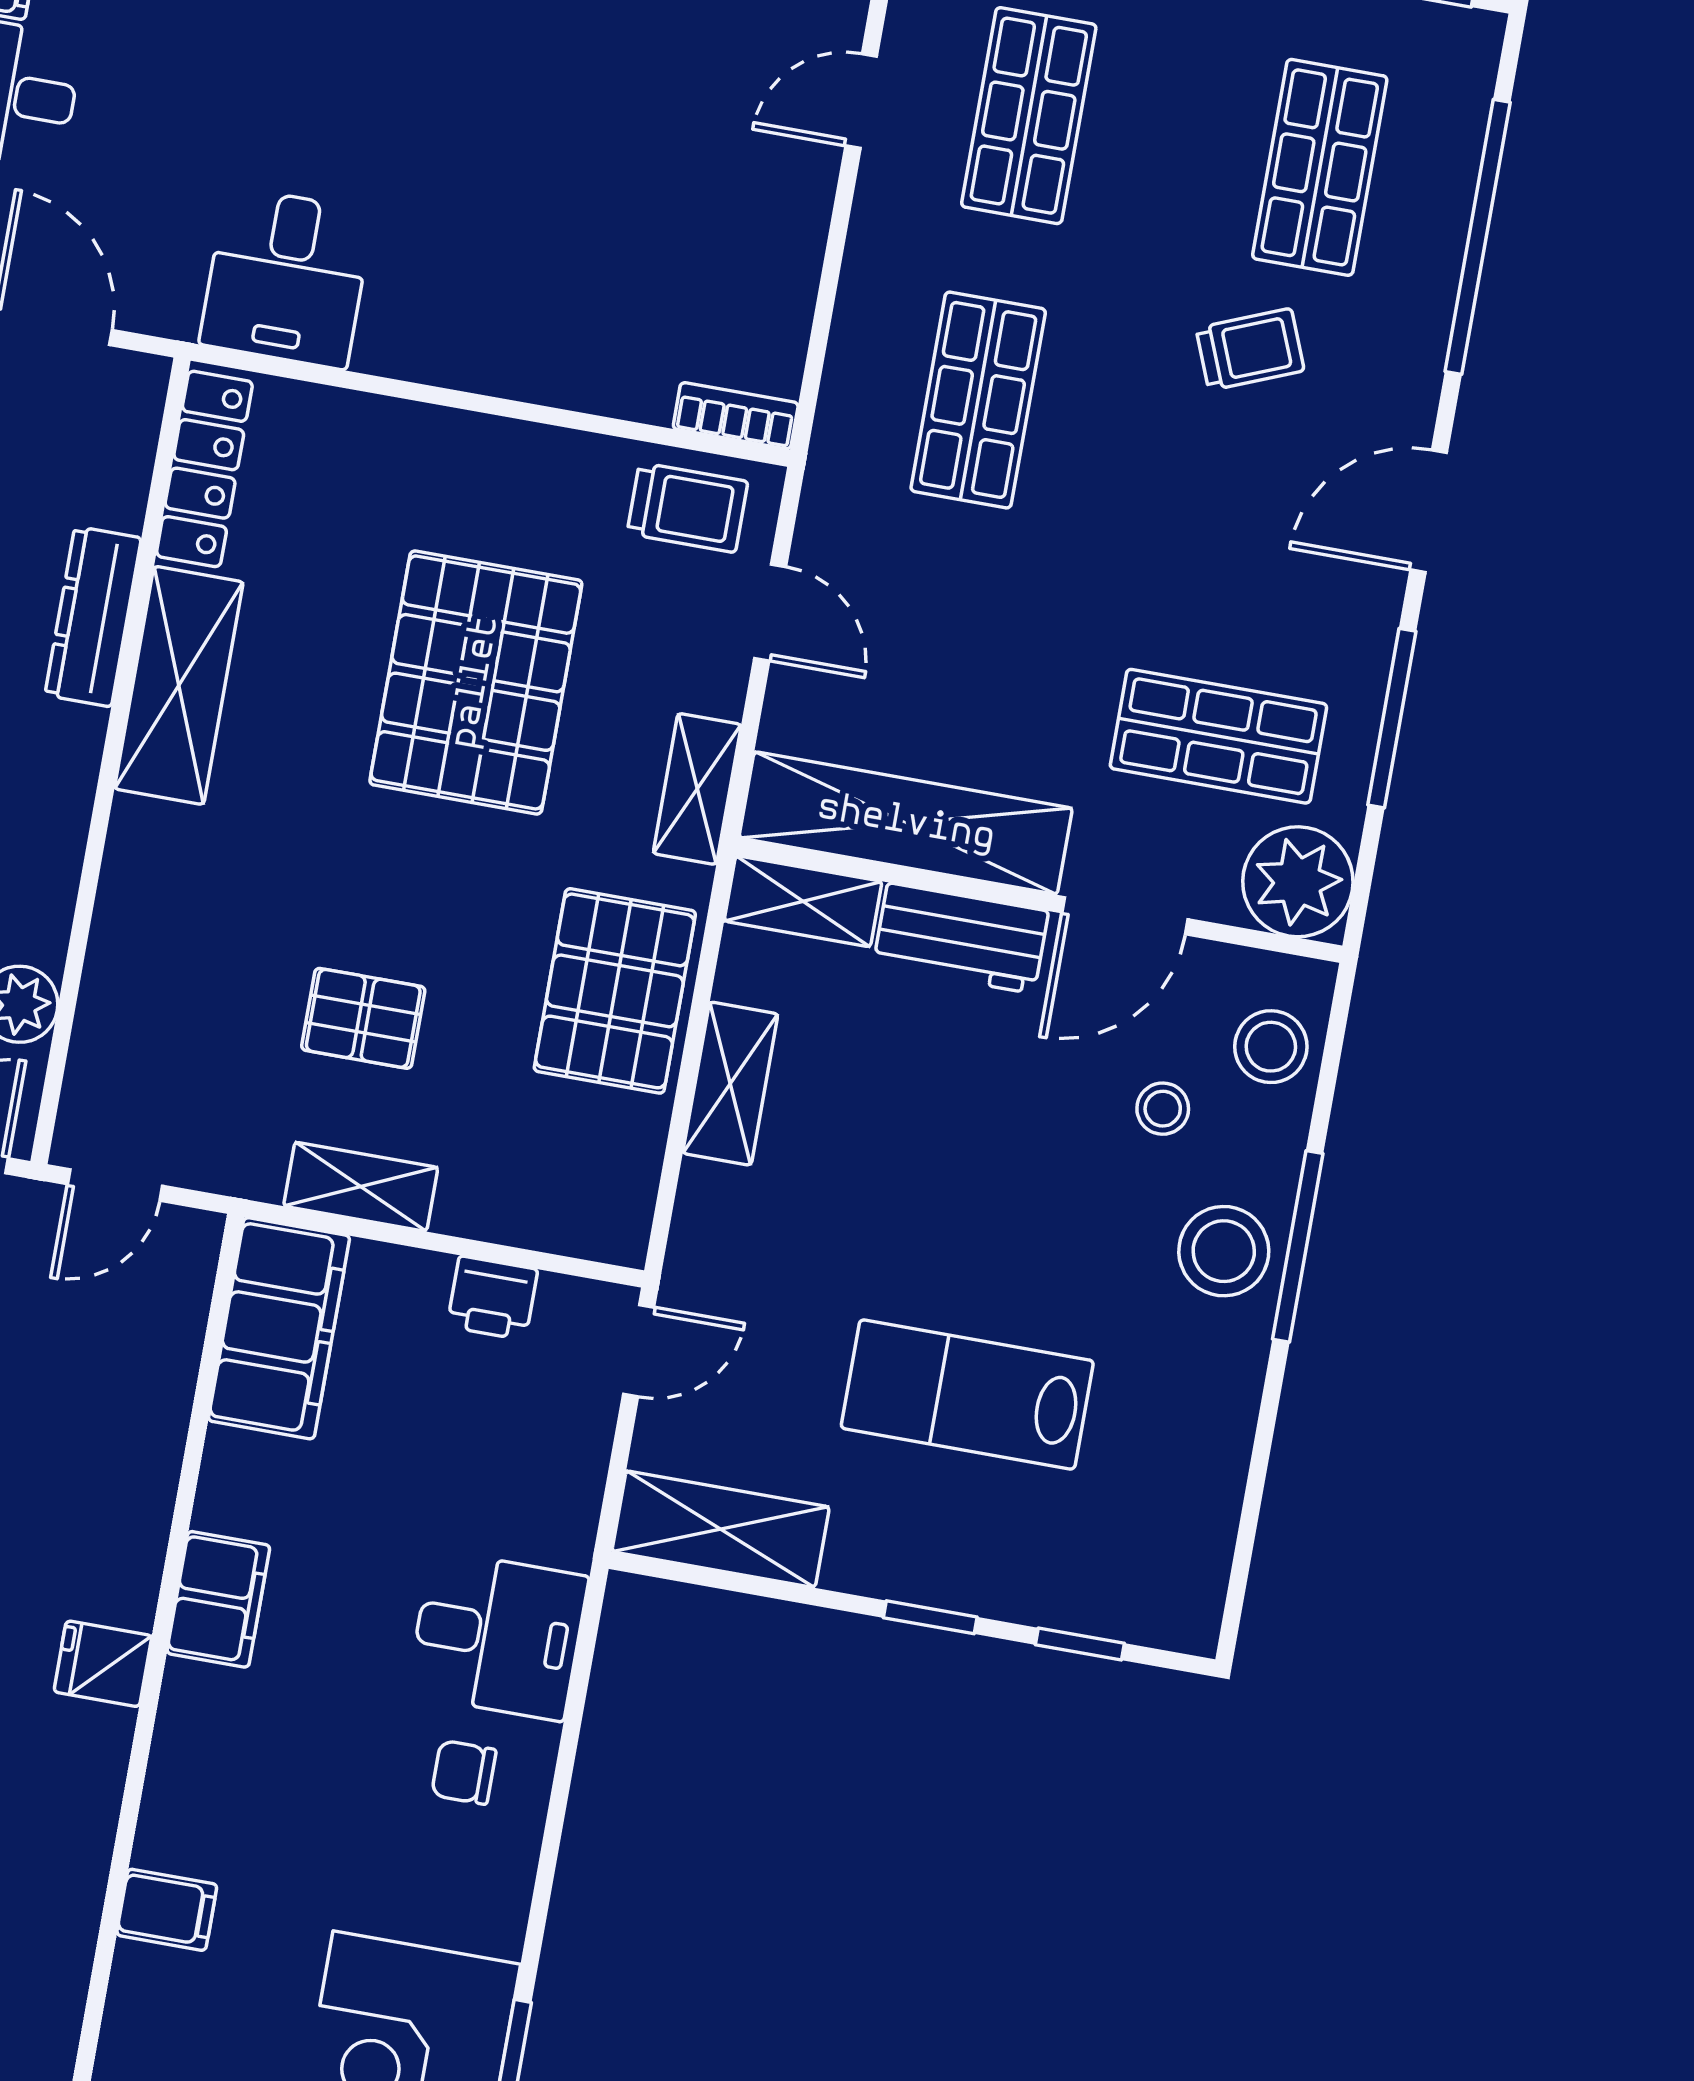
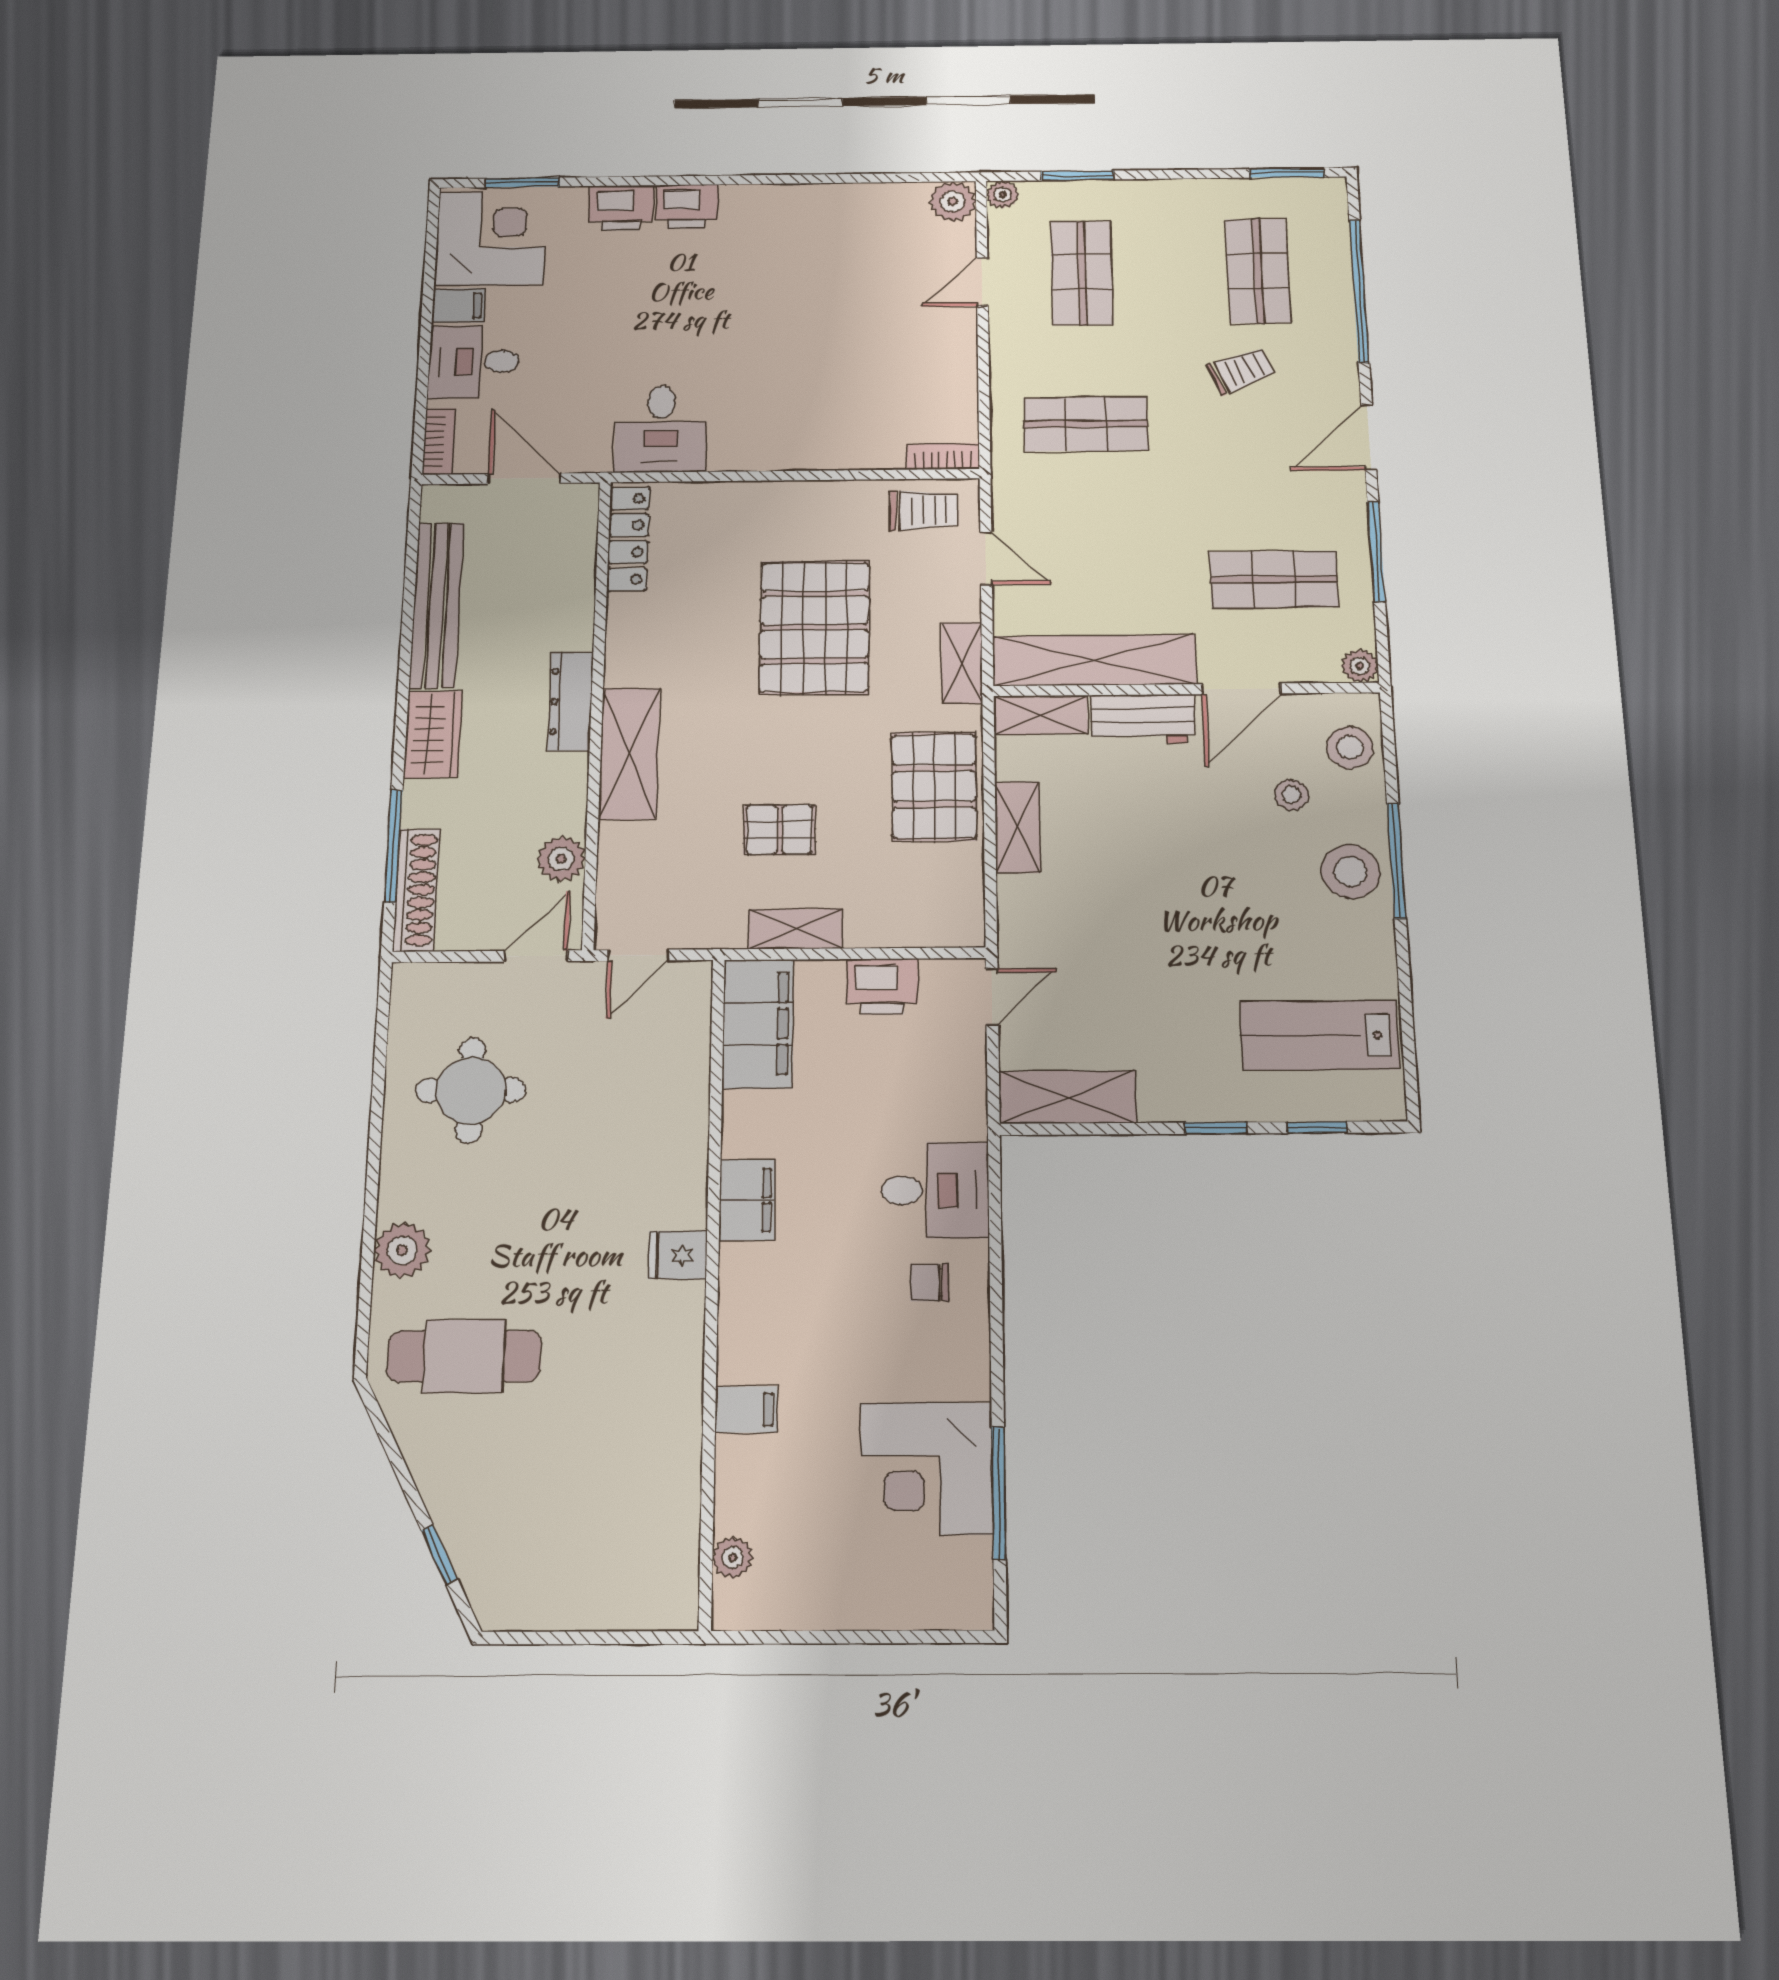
shop shelf: (978, 400) -> (1086, 424), turned 90
dresser: (93, 617) -> (571, 701), moved
shelving: (179, 685) -> (629, 754), moved
plant: (1298, 882) -> (1360, 666), width x0.53, depth x0.53
printer: (492, 1298) -> (882, 986), width x1.36, depth x1.24
lab bench: (967, 1394) -> (1320, 1035), moved

